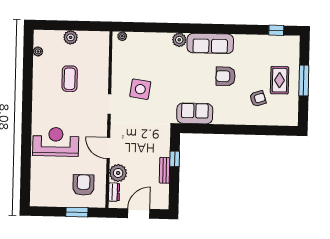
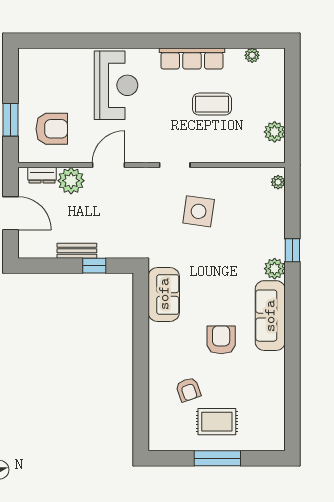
window: (276, 30) -> (292, 250), moved
plant: (71, 37) -> (275, 132), moved
row of seats: (39, 91) -> (192, 59), added

